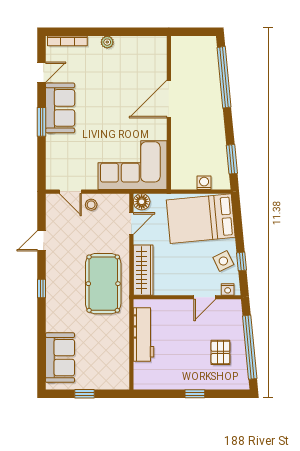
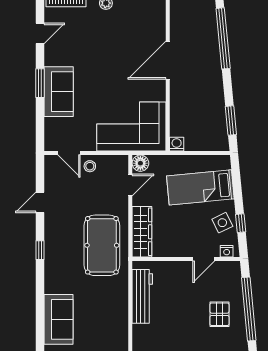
sofa: (60, 108) -> (59, 92), moved
washing machine: (204, 183) -> (177, 144), moved
bed: (201, 219) -> (200, 187), width x0.67

